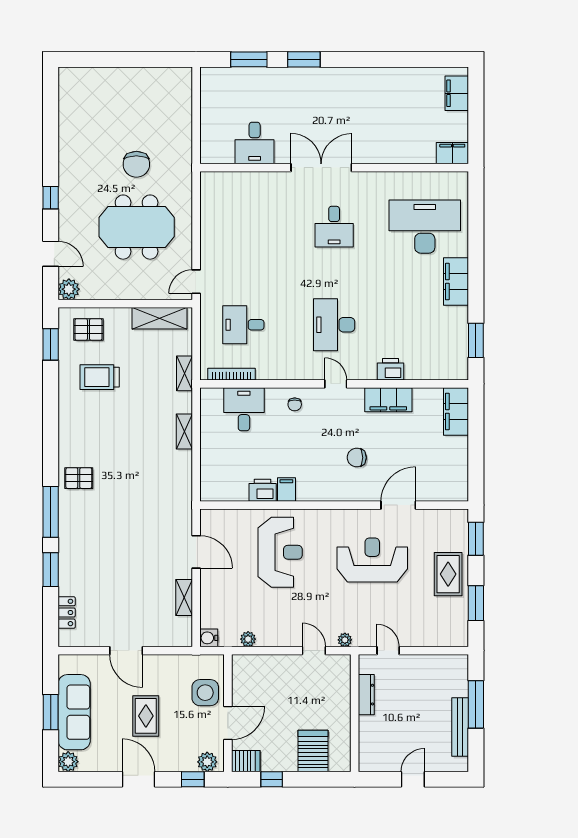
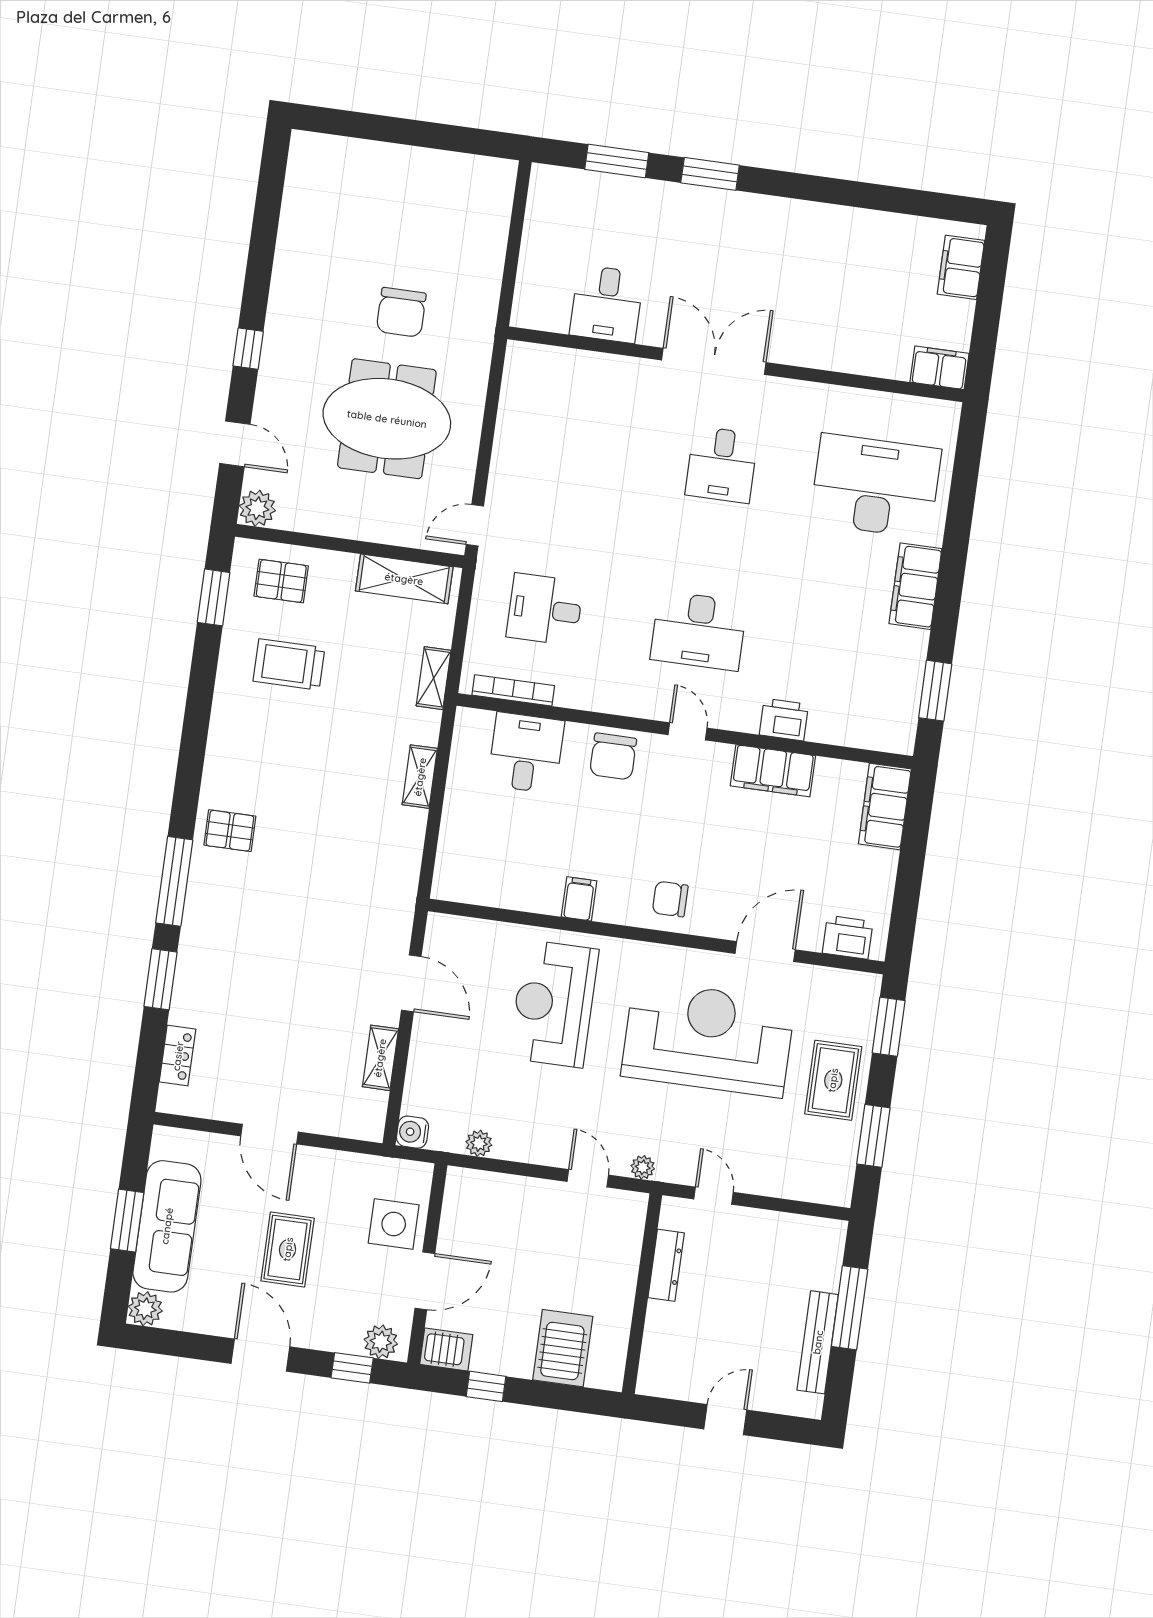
desk: (334, 325) -> (699, 631), turned -90
chair: (295, 404) -> (613, 756), width x1.87, depth x1.87
chair: (357, 458) -> (670, 899), moved
printer: (263, 490) -> (848, 937), moved
reception desk: (280, 552) -> (554, 1004), turned 180
reception desk: (372, 560) -> (708, 1039), width x1.36, depth x1.30

